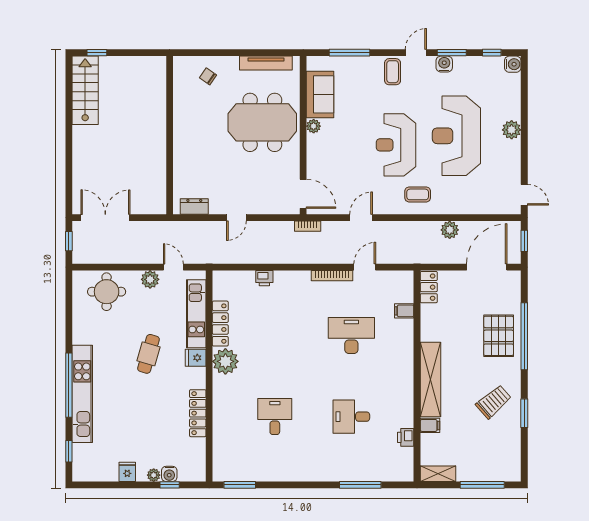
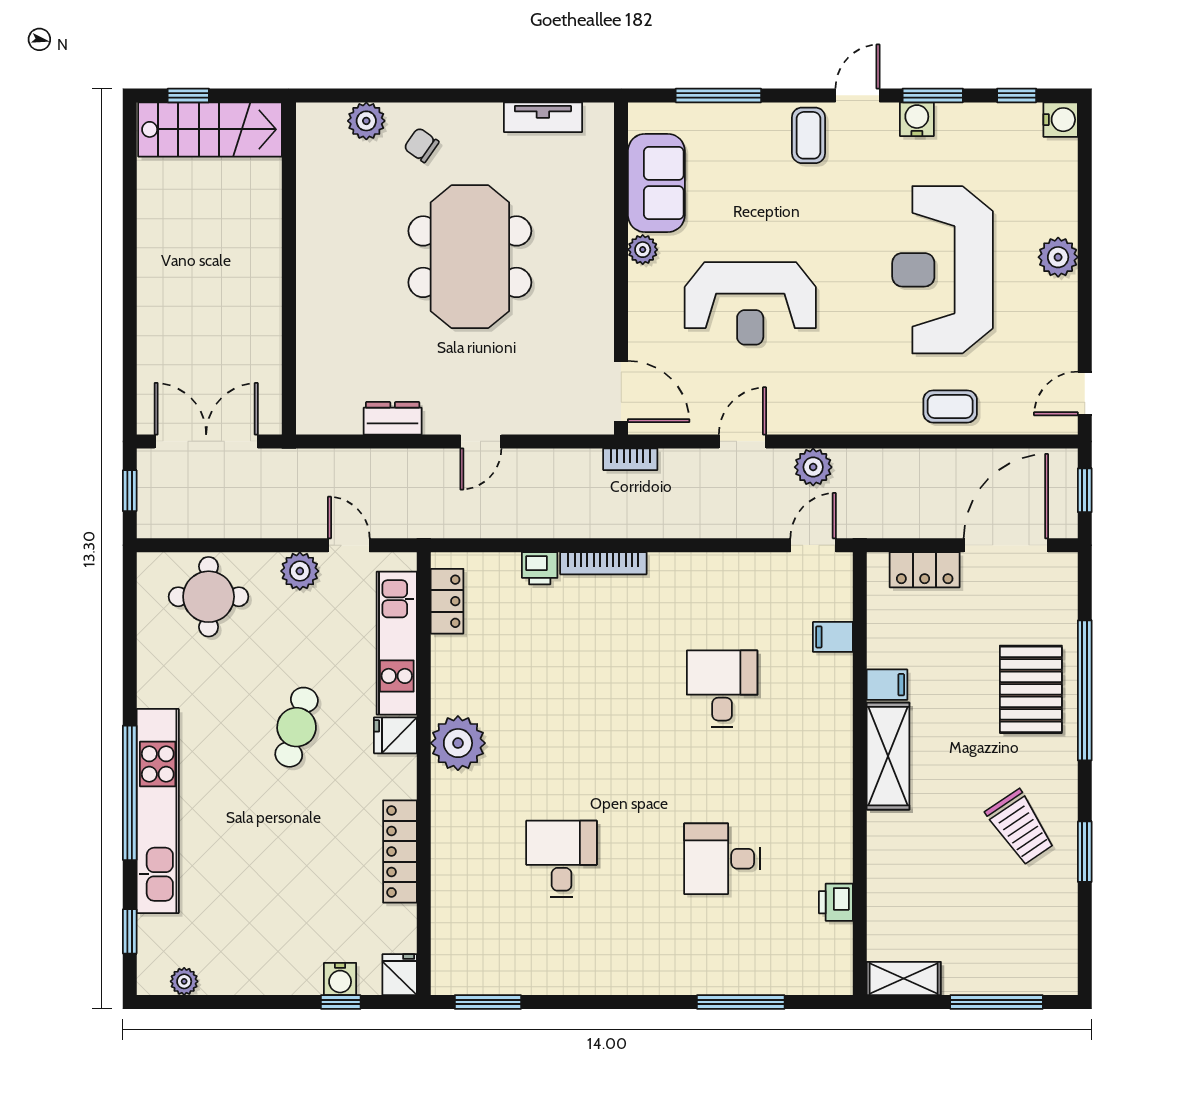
tv unit: (266, 63) -> (543, 117), width x0.71
plant: (182, 65) -> (366, 121), added
stairs: (85, 90) -> (210, 129), moved, turned 90
meeting table: (262, 122) -> (470, 257), moved, turned 90
wall: (170, 135) -> (289, 268), moved
reception desk: (396, 145) -> (750, 303), moved, turned -90
coffee table: (418, 194) -> (950, 406), moved
door: (524, 195) -> (1085, 393), swing flipped
plant: (450, 230) -> (813, 467), moved
door: (365, 267) -> (813, 545), moved
bookcase: (332, 276) -> (603, 563), moved
locker: (429, 287) -> (925, 570), moved, turned 90
locker: (220, 324) -> (447, 601), moved, width x0.66
desk: (351, 335) -> (722, 689), width x0.73
shelving: (431, 380) -> (888, 756), width x0.68
trolley: (494, 402) -> (1020, 827), turned 97
filing cabinet: (430, 425) -> (887, 685), moved
fridge: (127, 472) -> (400, 975), moved
plant: (154, 475) -> (184, 981), moved

